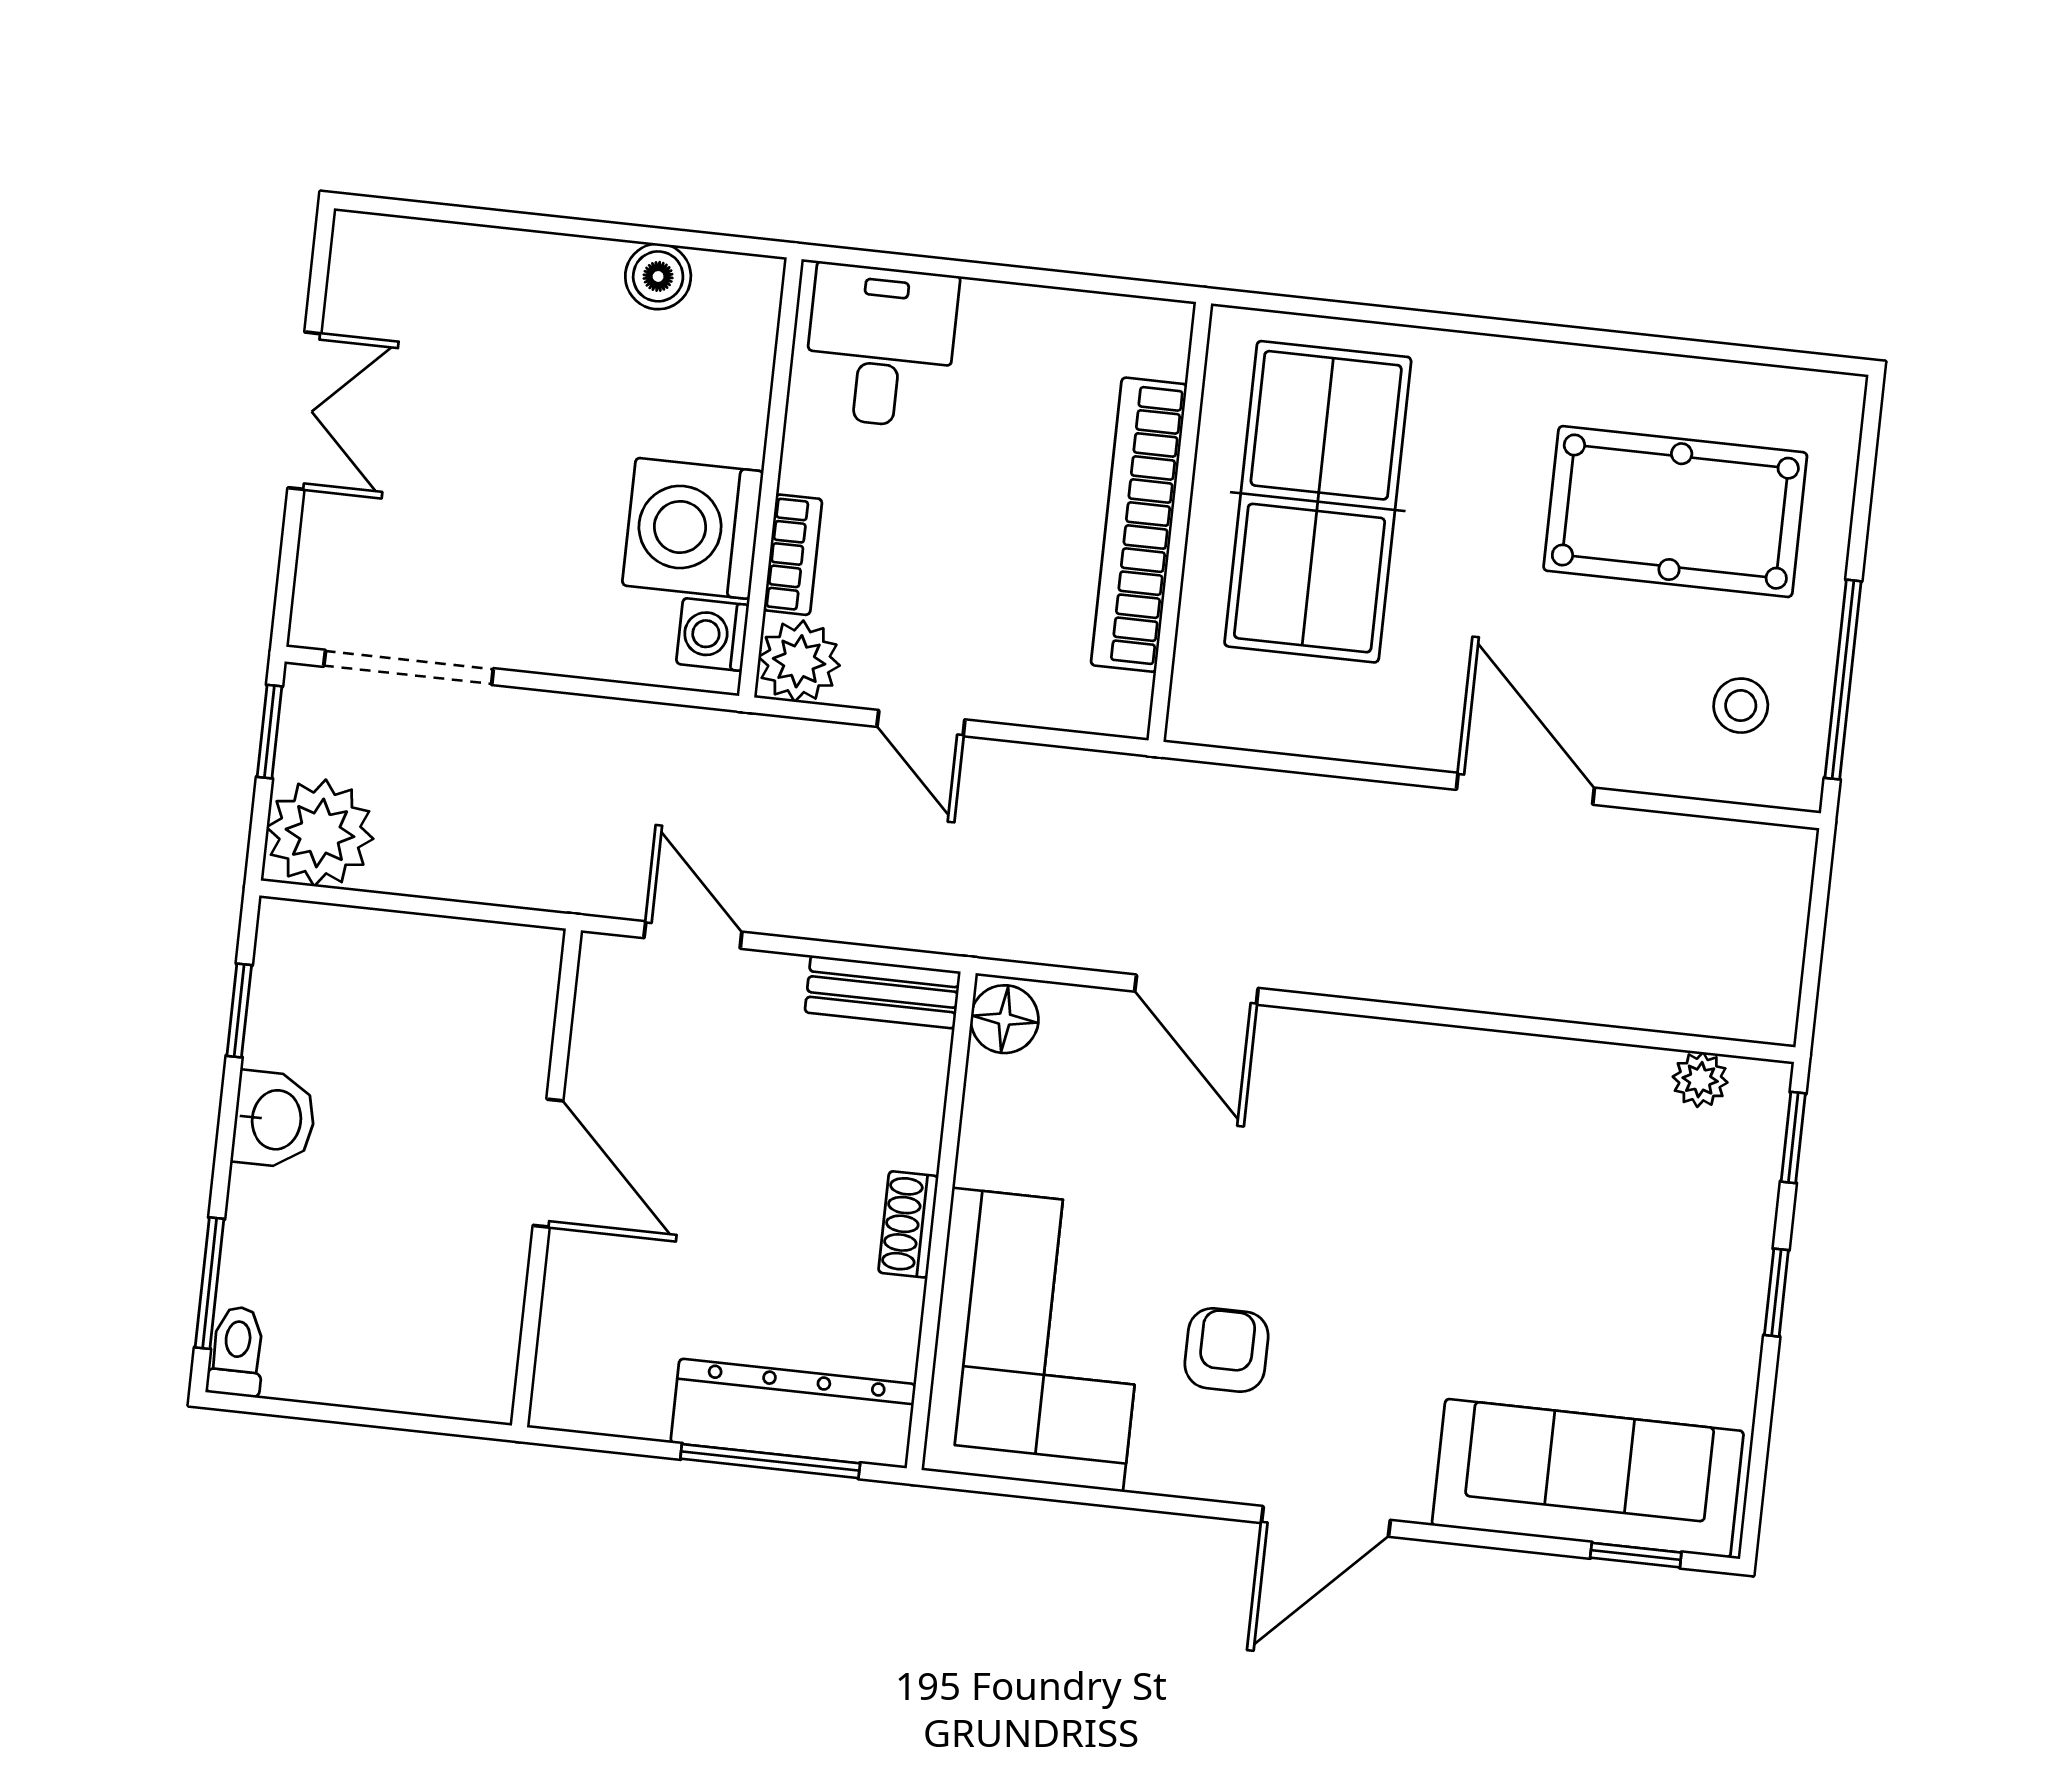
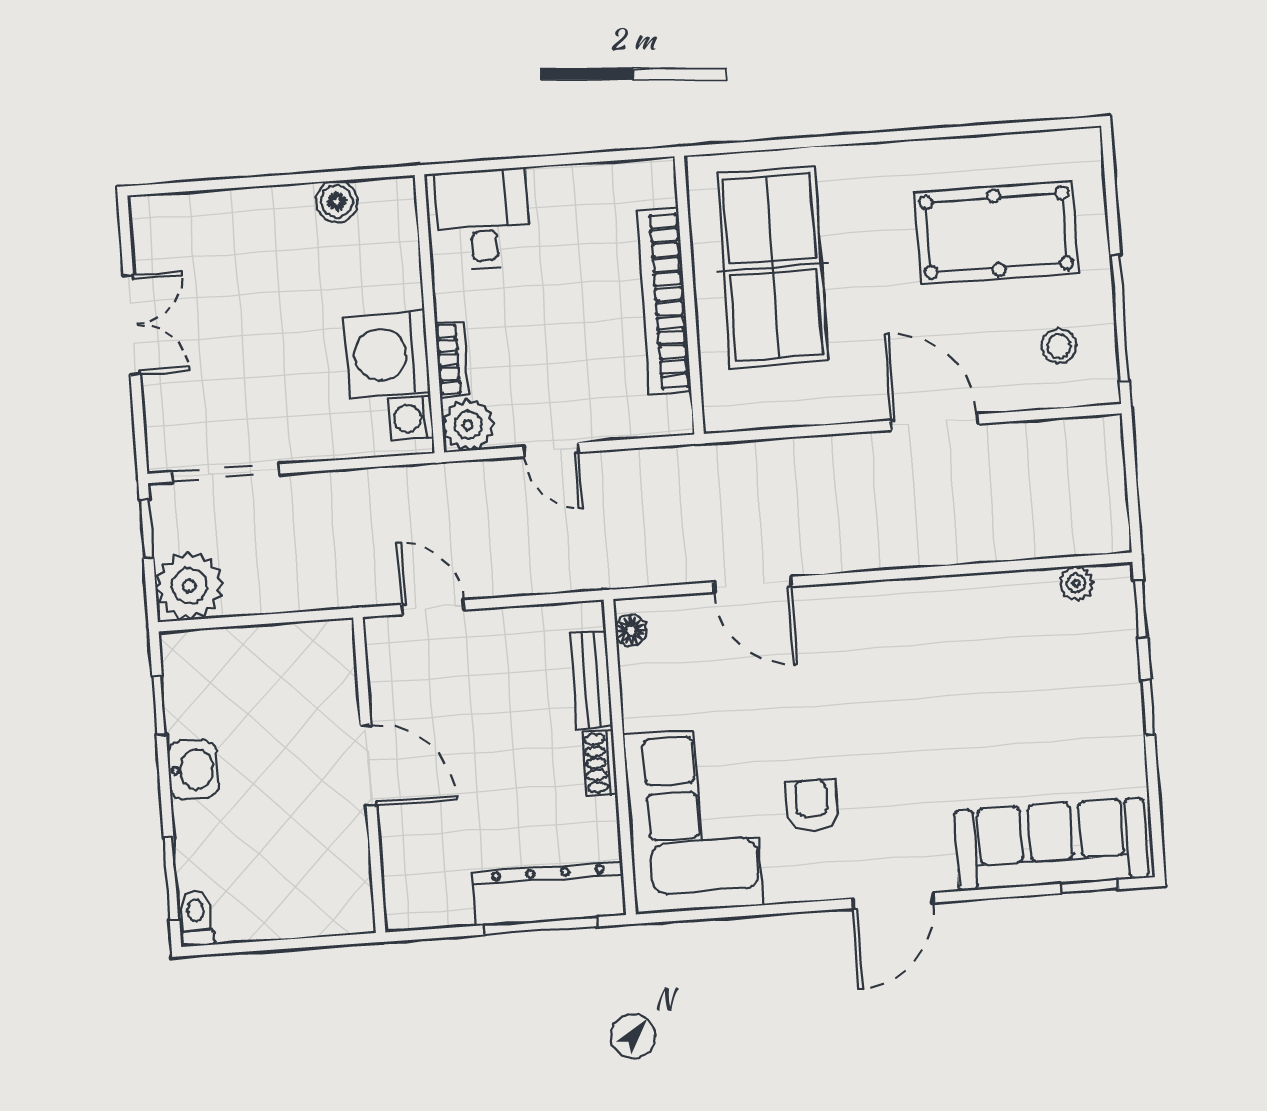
bench: (883, 992) -> (591, 680), moved, turned 90
floor lamp: (1005, 1019) -> (631, 631), width x0.73, depth x0.73

